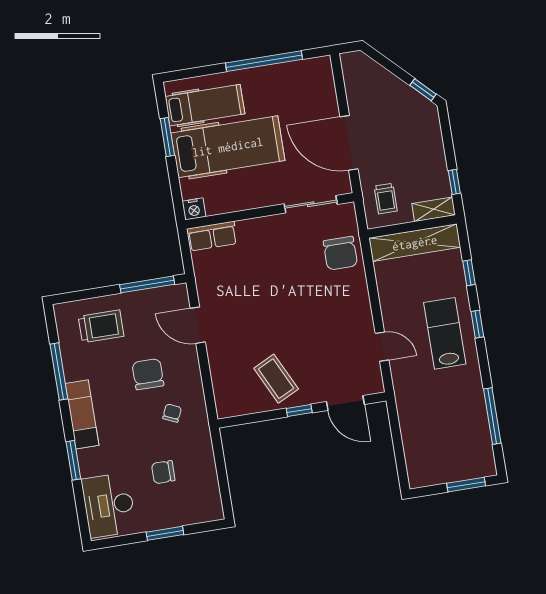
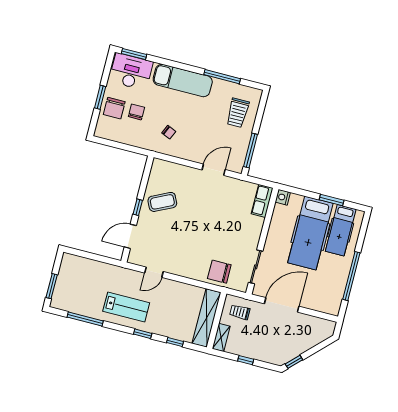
window: (454, 182) -> (246, 360), moved
lab bench: (445, 333) -> (126, 307), moved
chair: (148, 374) -> (114, 108), moved, turned 90
exam couch: (82, 414) -> (183, 80), width x1.36, depth x1.45
window: (73, 460) -> (134, 54), moved

